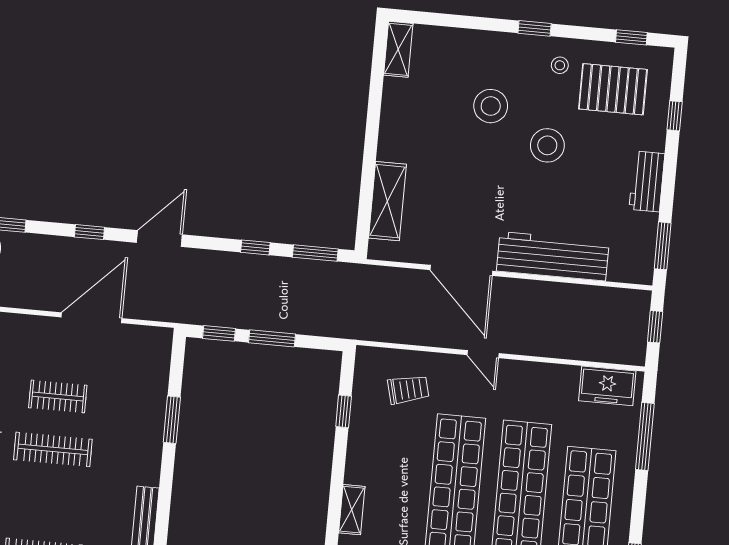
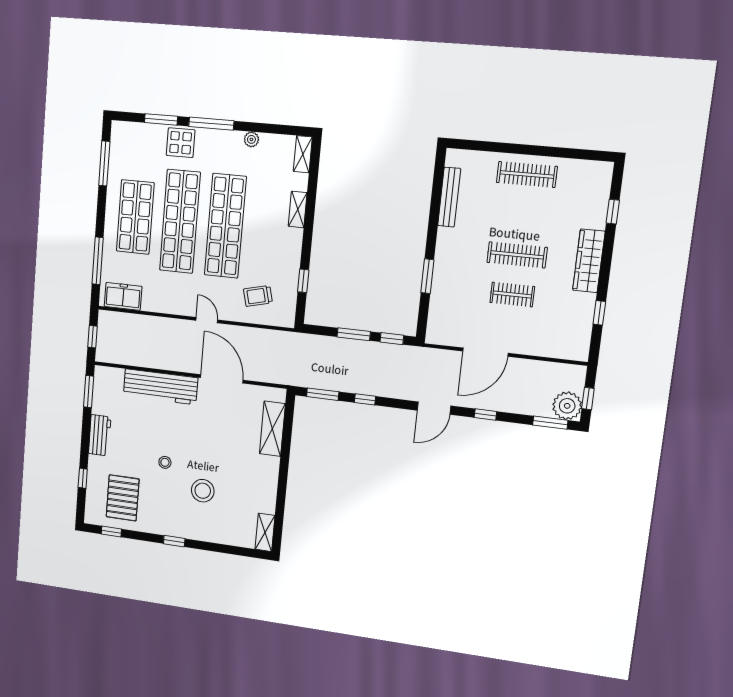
stool: (560, 65) -> (157, 516), removed
pallet: (613, 89) -> (123, 498), turned 90
stool: (547, 145) -> (165, 462), width x0.53, depth x0.53

